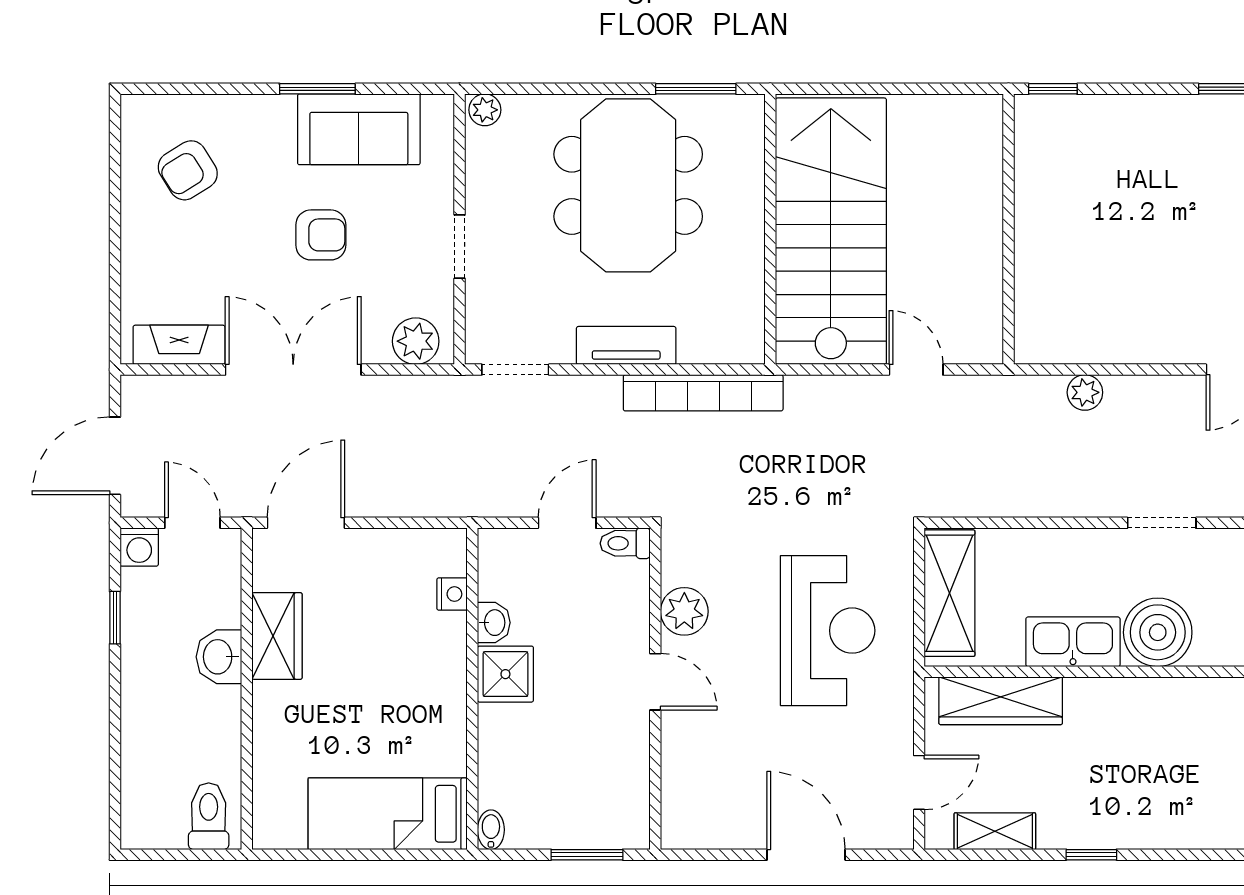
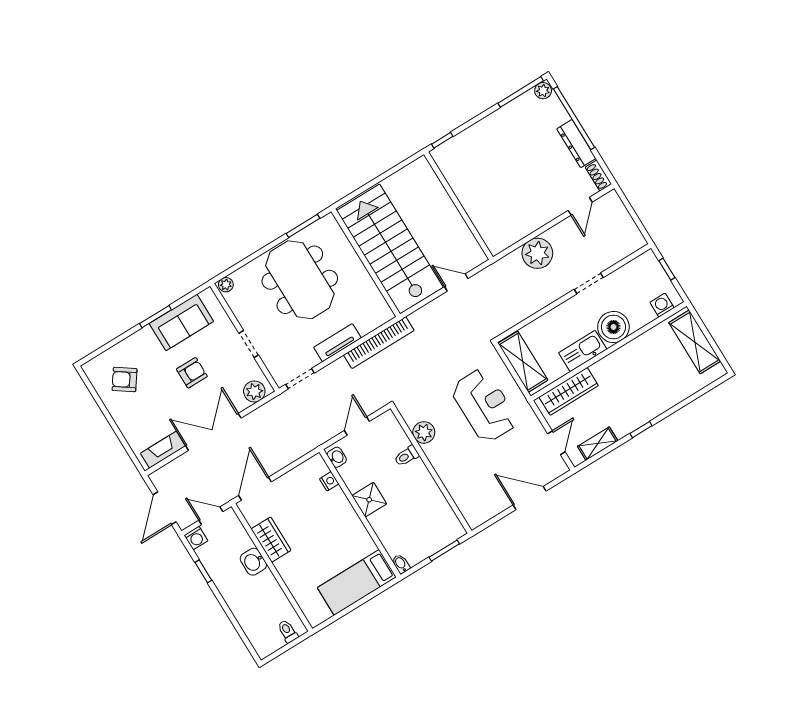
armchair: (188, 170) -> (125, 380), turned 67
plant: (1085, 392) -> (537, 253), width x1.87, depth x1.87
toilet: (625, 543) -> (407, 456), moved
washbasin: (494, 623) -> (337, 457), moved
door: (655, 682) -> (429, 467), removed
toilet: (209, 816) -> (288, 631), width x0.73, depth x0.72

